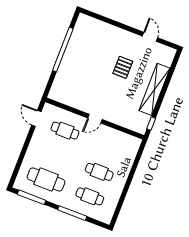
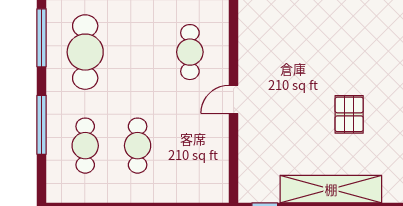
pallet: (123, 67) -> (349, 114), turned 90
door: (95, 119) -> (234, 99), hinge flipped

